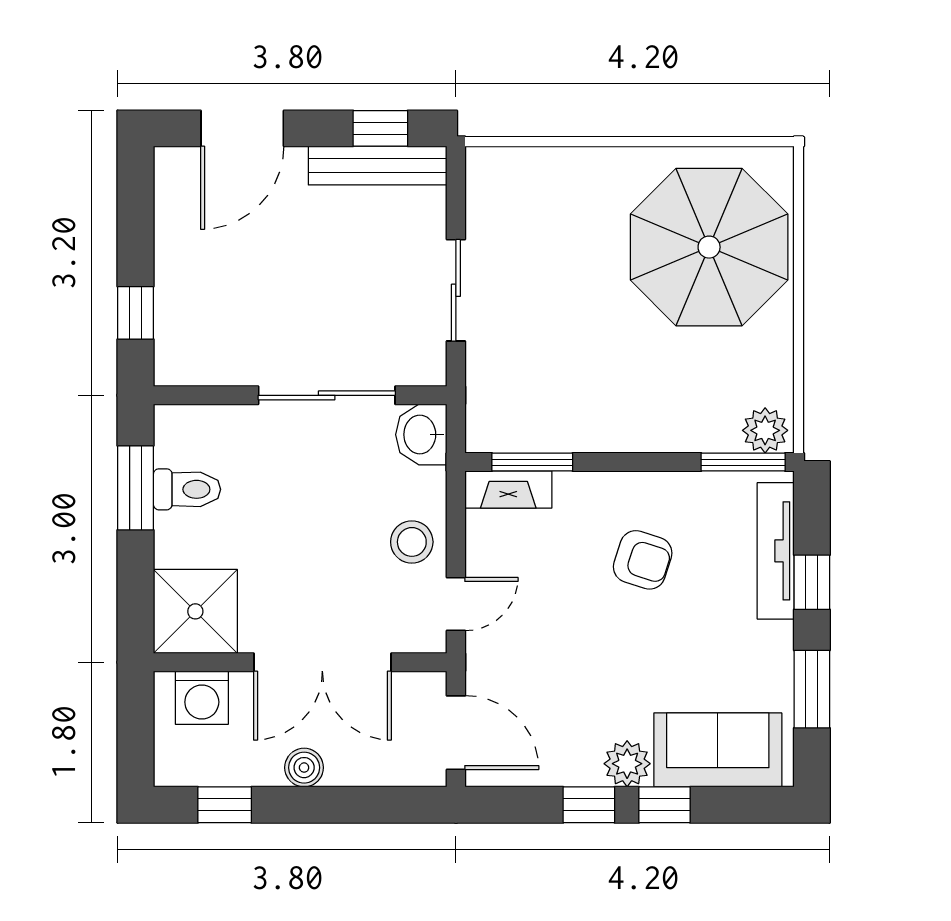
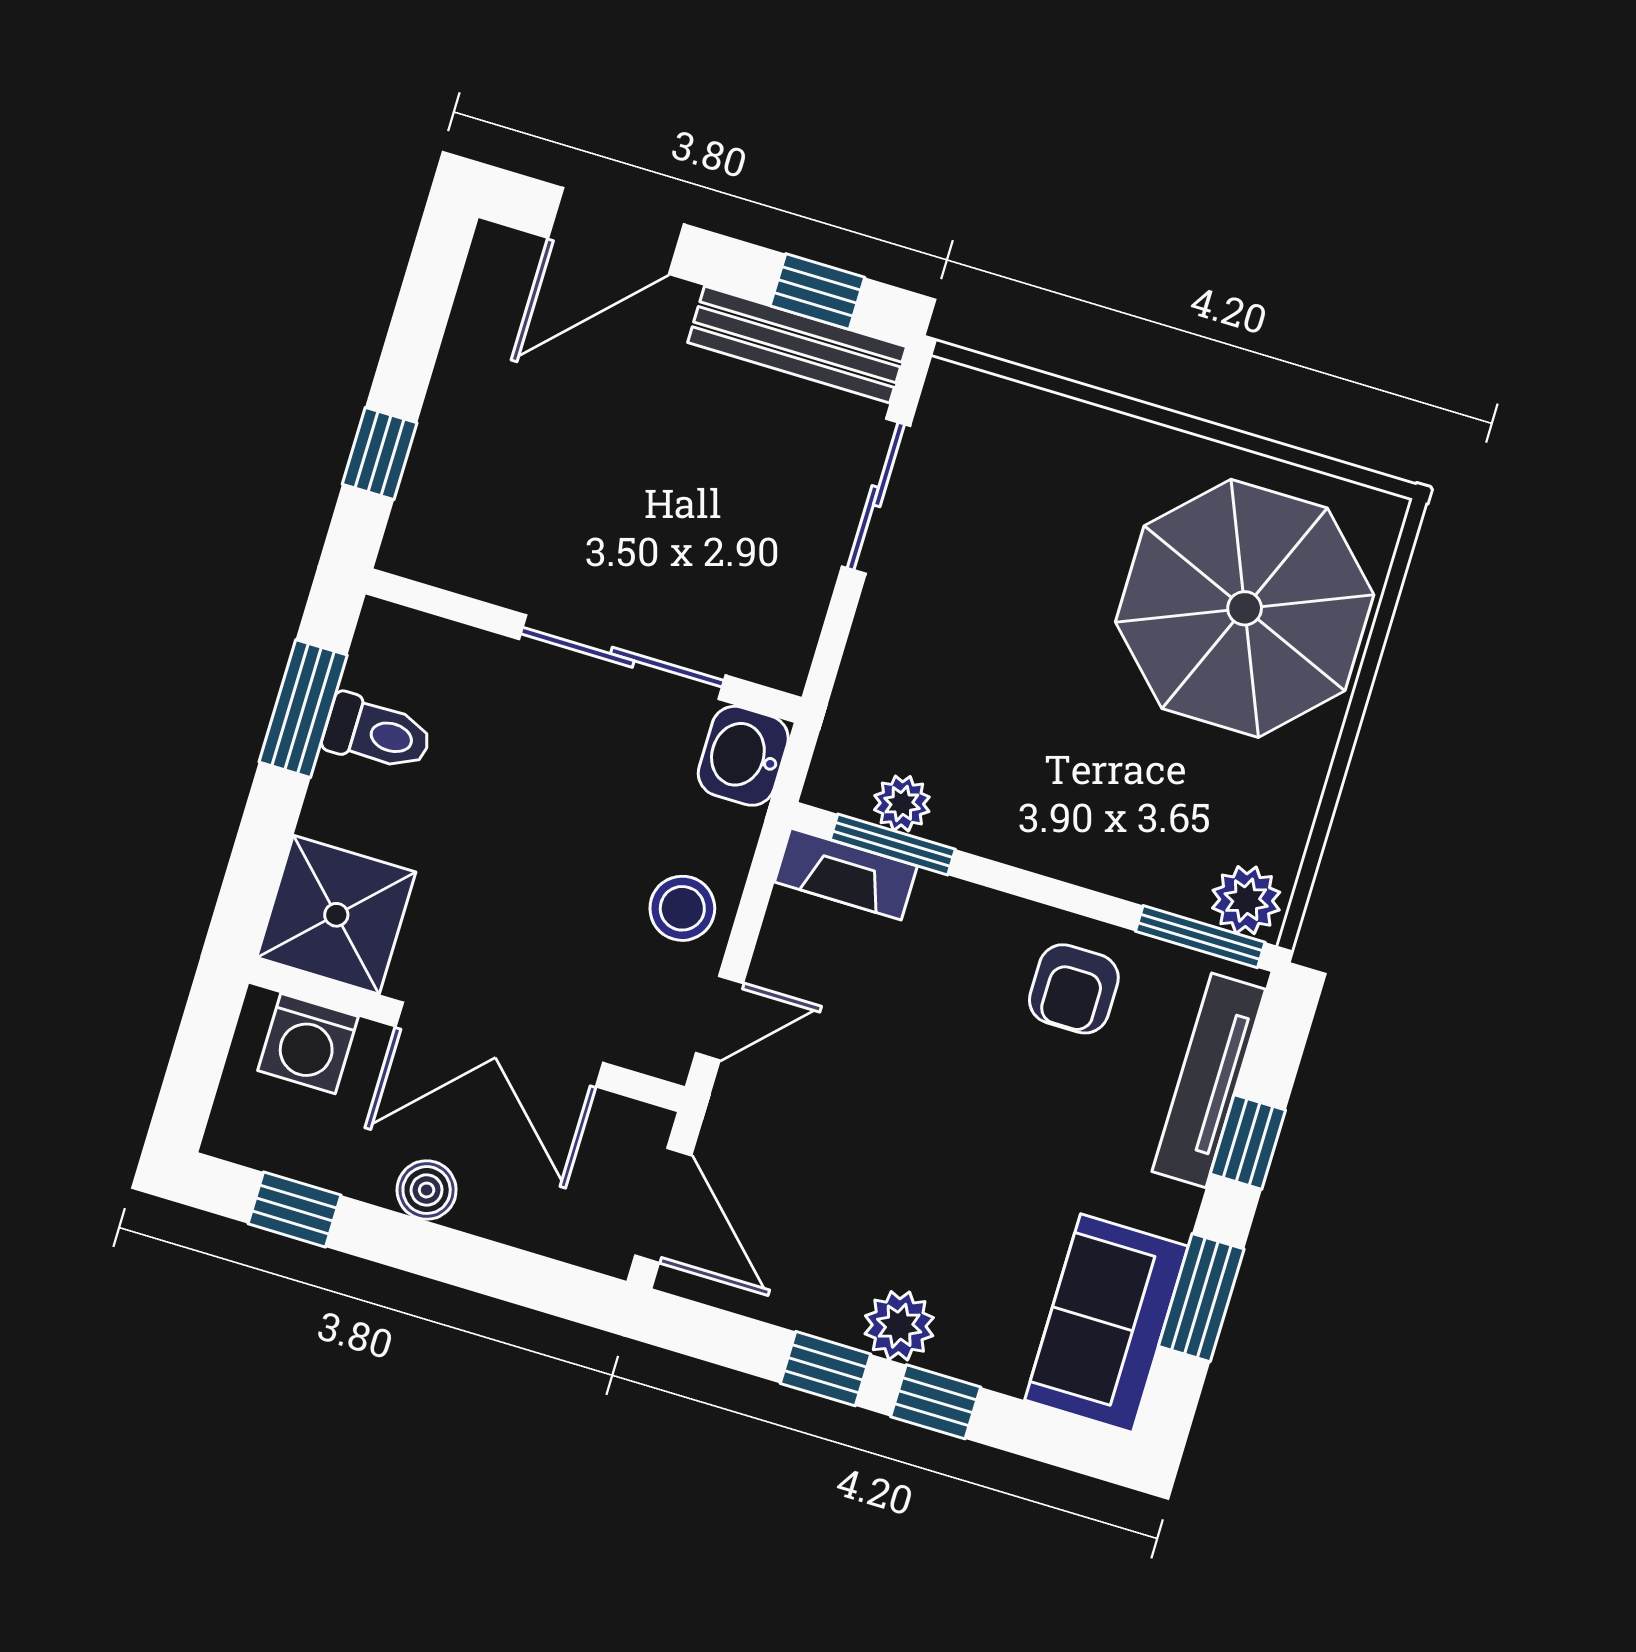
sliding door: (456, 290) -> (876, 496), moved
plant: (530, 435) -> (902, 803), added
armchair: (643, 560) -> (1074, 989), moved, turned 72
sofa: (718, 750) -> (1107, 1323), moved, turned -90

